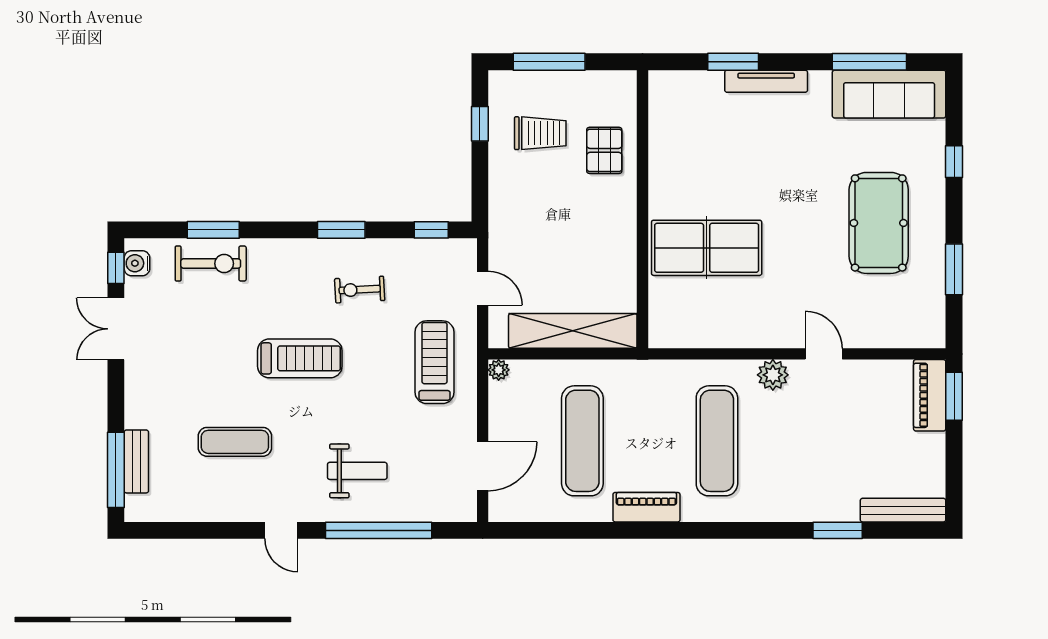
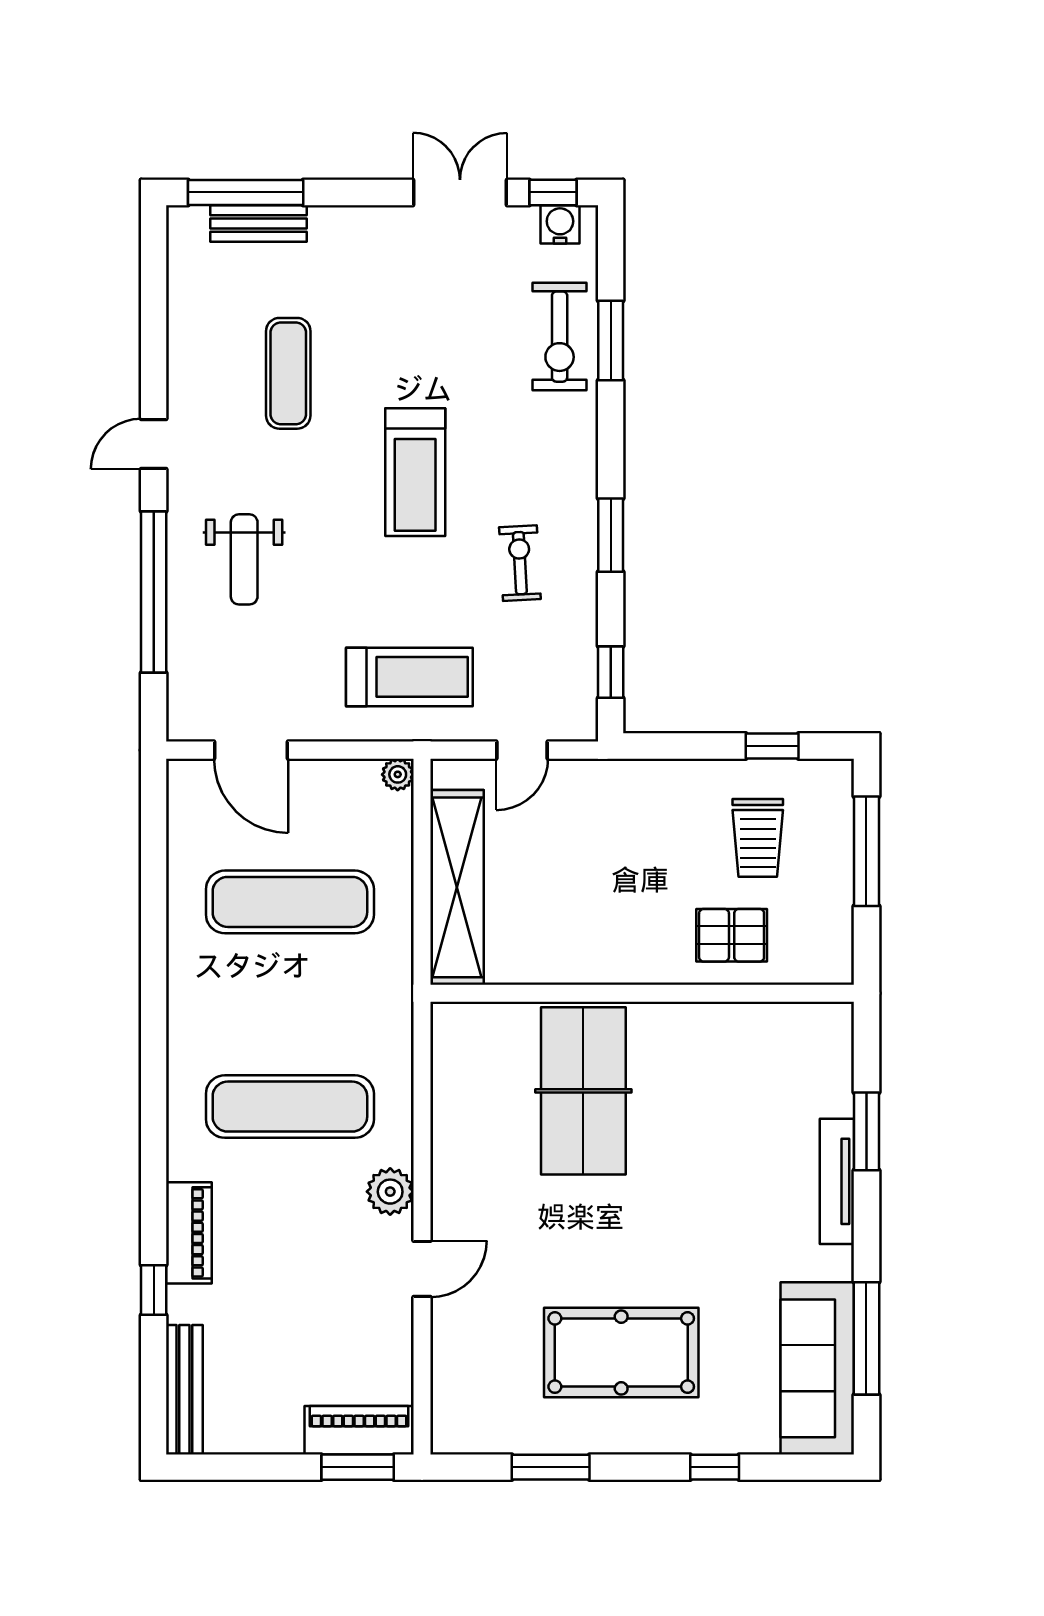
piano: (646, 507) -> (189, 1233), moved
window: (838, 530) -> (154, 1290), width x0.67

